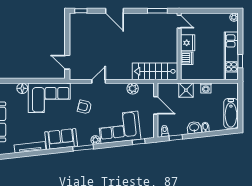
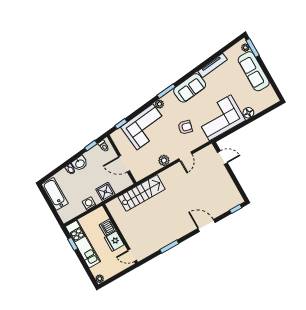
door: (179, 22) -> (132, 255), moved
fridge: (188, 43) -> (114, 241), moved
wall: (179, 46) -> (120, 234), moved
dishwasher: (187, 58) -> (108, 227), moved
plant: (133, 89) -> (164, 160), moved

